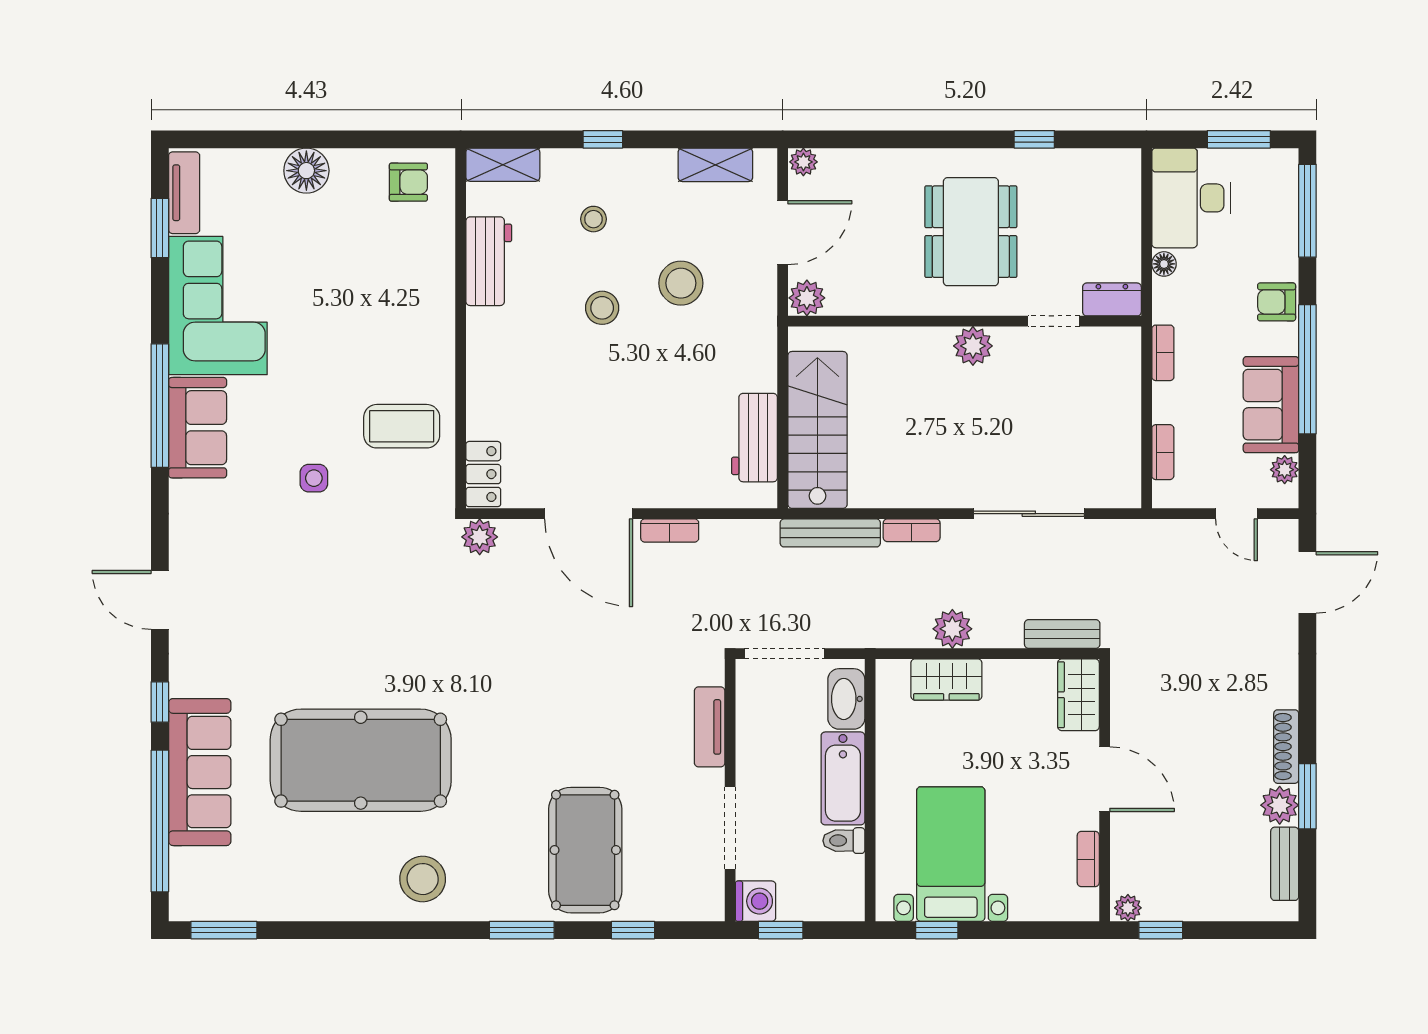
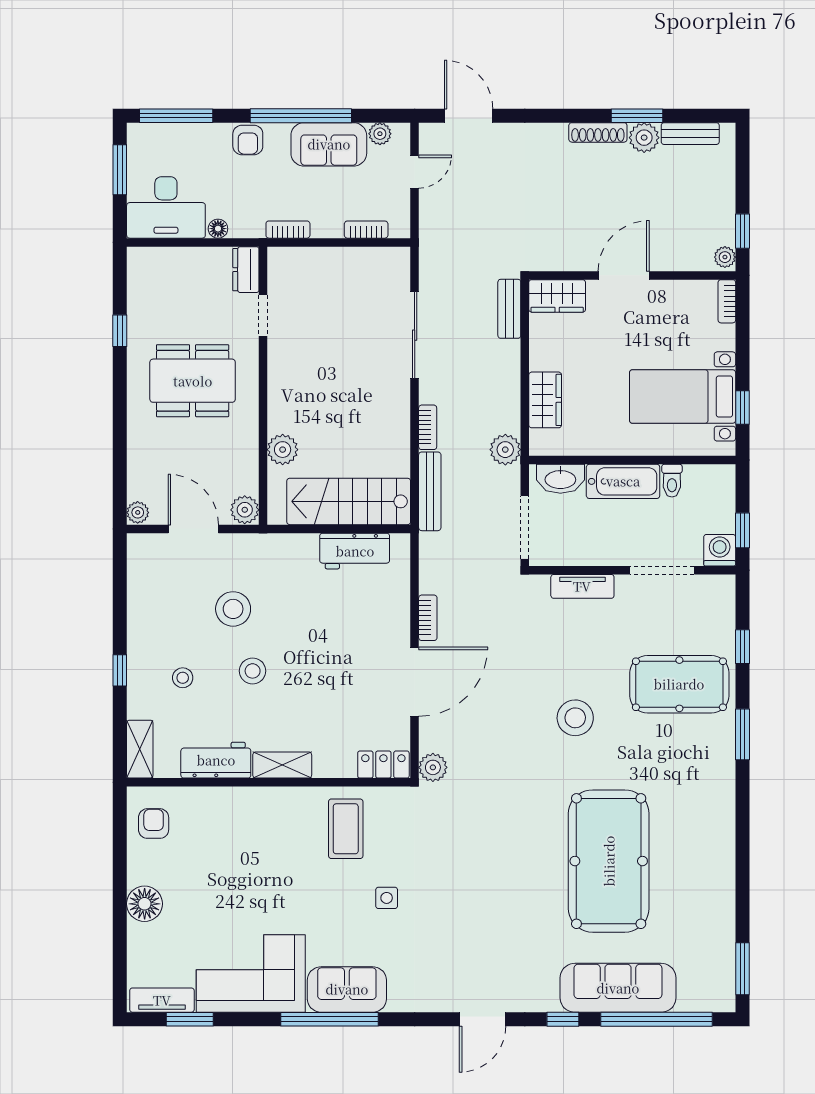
shelving: (715, 165) -> (282, 765), moved, turned 90
plant: (973, 346) -> (283, 450), moved
plant: (952, 629) -> (505, 450), moved
bookcase: (1088, 859) -> (727, 301), moved, turned 90
stool: (423, 879) -> (575, 718), moved

